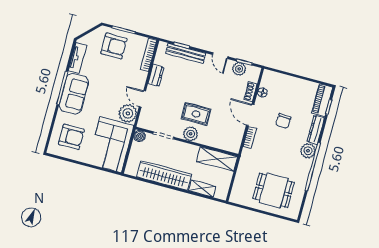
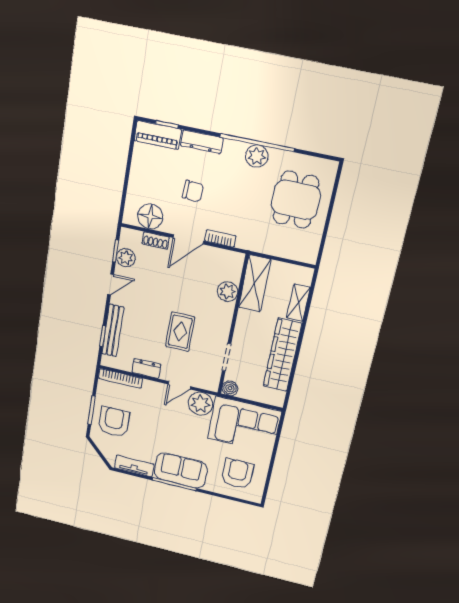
floor lamp: (262, 92) -> (150, 217), width x1.89, depth x1.89
rug: (196, 114) -> (180, 332), moved
plant: (191, 134) -> (227, 292), moved
plant: (308, 151) -> (257, 156), moved

